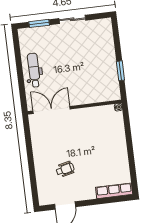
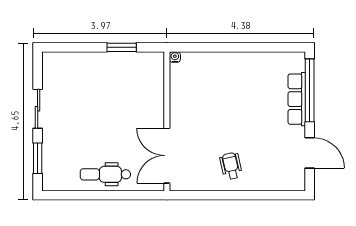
wheelchair: (65, 169) -> (231, 166), moved
row of seats: (114, 191) -> (297, 99), moved
window: (107, 200) -> (310, 90), added

